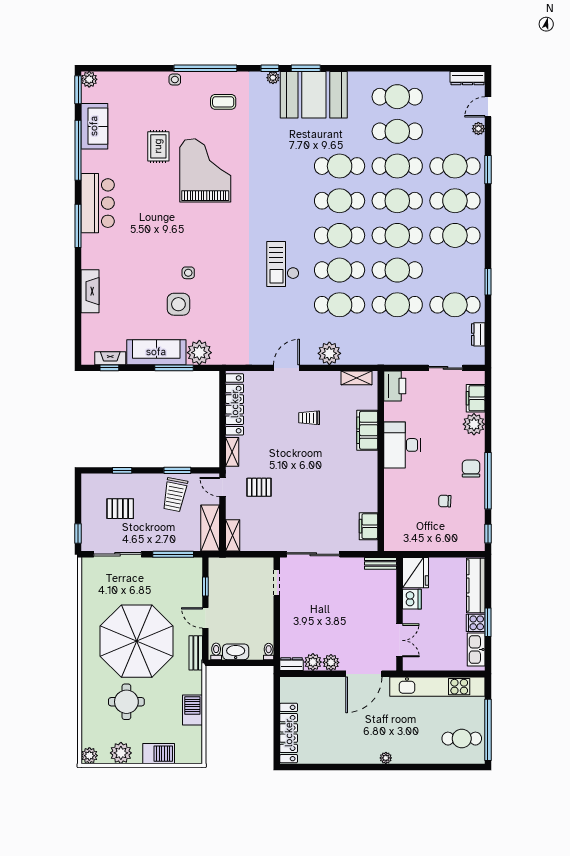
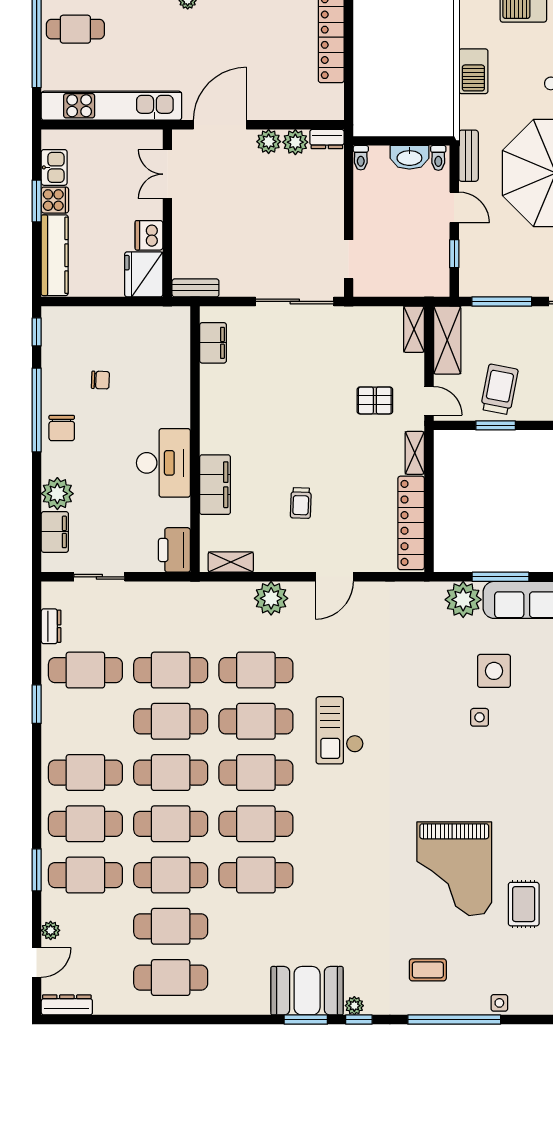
booth: (314, 95) -> (307, 991), width x0.73, depth x0.70
checkout: (283, 264) -> (340, 730), turned 180
trolley: (309, 418) -> (301, 503), turned 92
kitchen sink: (476, 649) -> (54, 167), width x0.73

